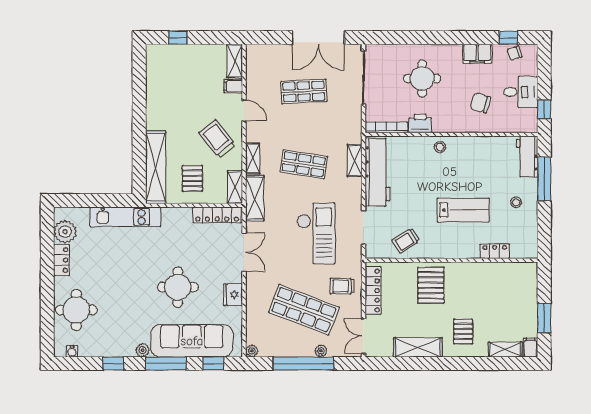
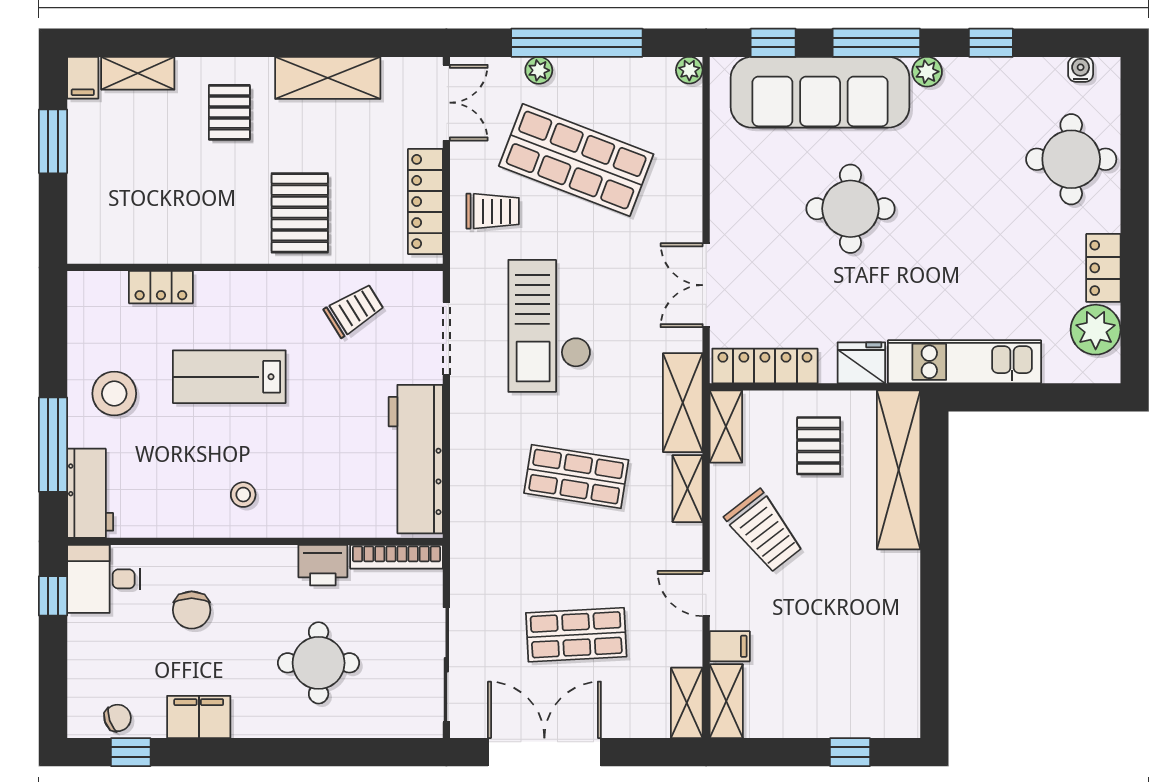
desk: (521, 92) -> (104, 579), moved
chair: (481, 103) -> (192, 610), turned 74
stool: (440, 147) -> (243, 495), moved
shelving: (355, 161) -> (687, 703), moved
stool: (516, 202) -> (114, 394), width x1.89, depth x1.89
fridge: (233, 295) -> (861, 363), moved, turned -90

